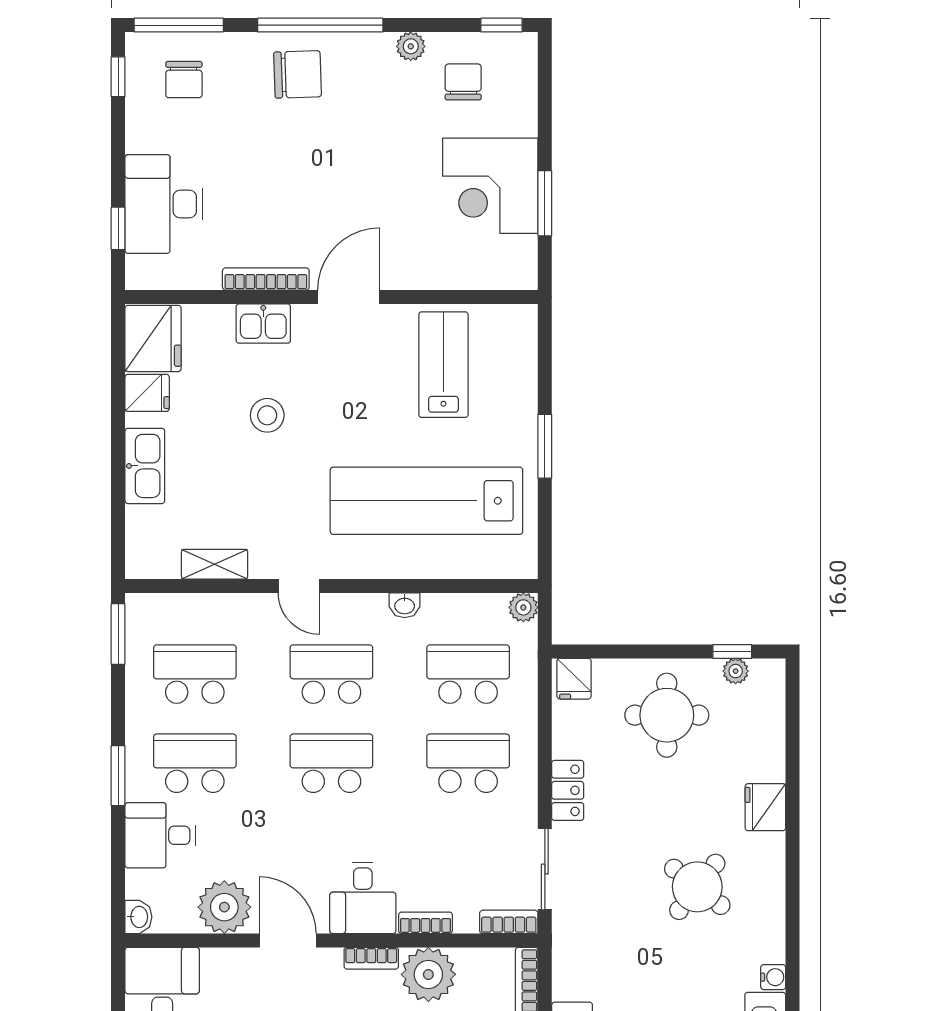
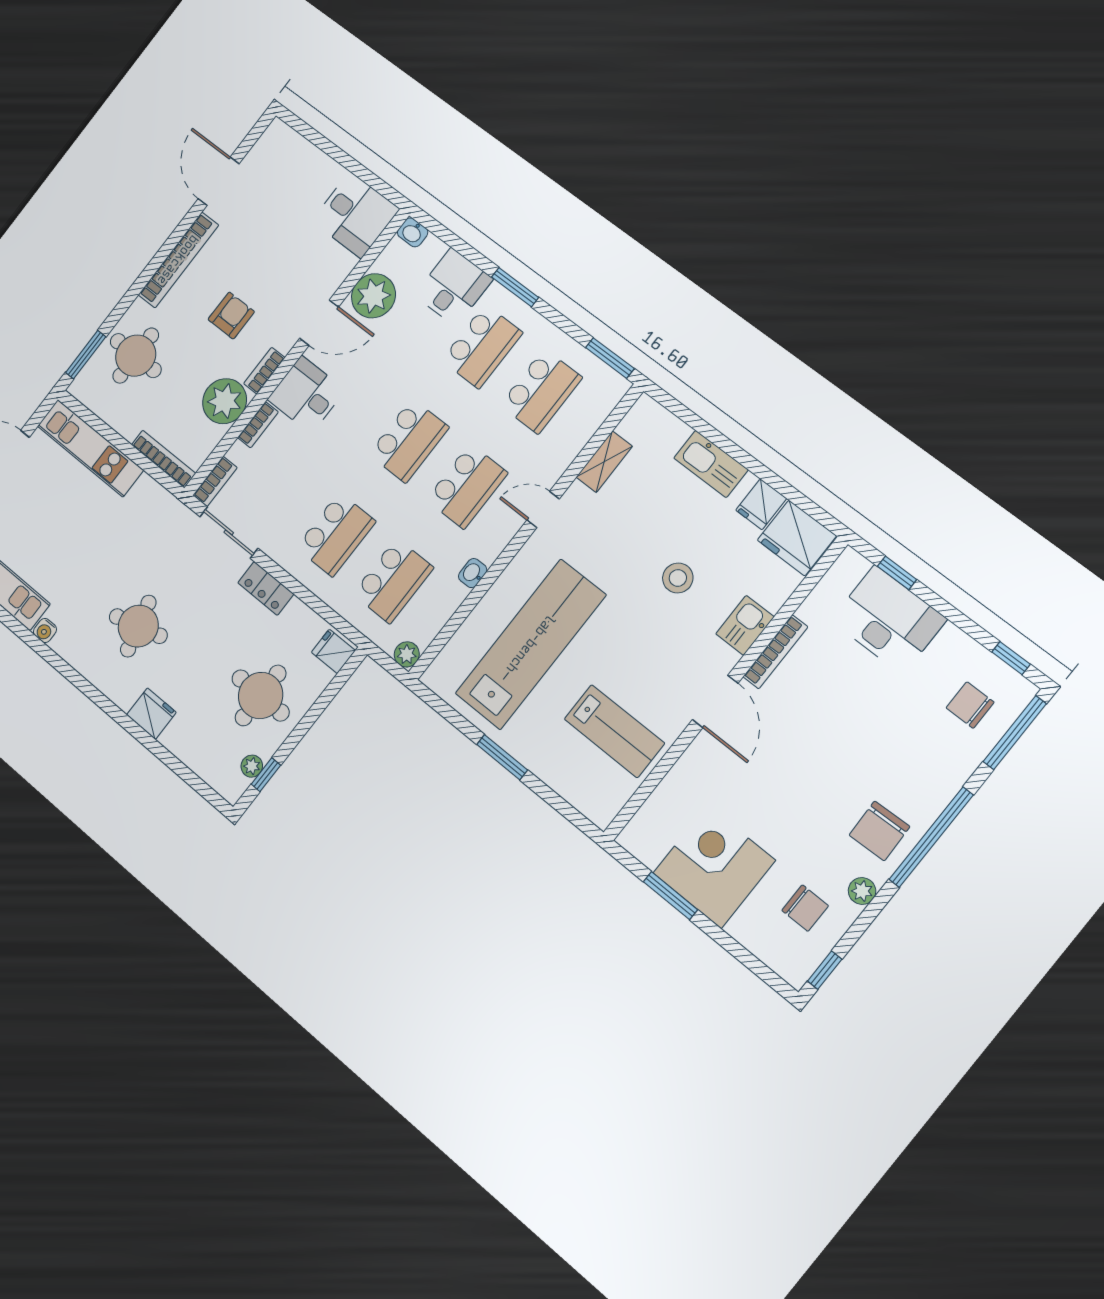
chair: (298, 74) -> (880, 831), moved
round table: (697, 887) -> (138, 626), turned 37

